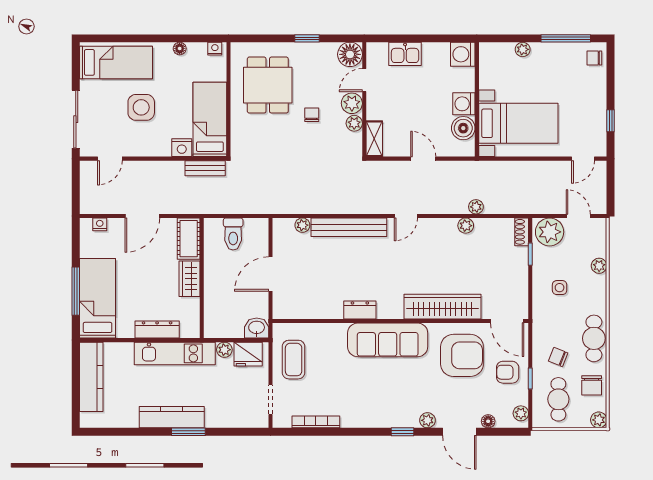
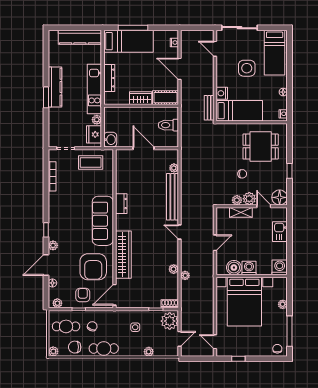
bed with nightstands: (518, 123) -> (244, 302), width x1.36
shelving: (374, 139) -> (241, 212), moved

